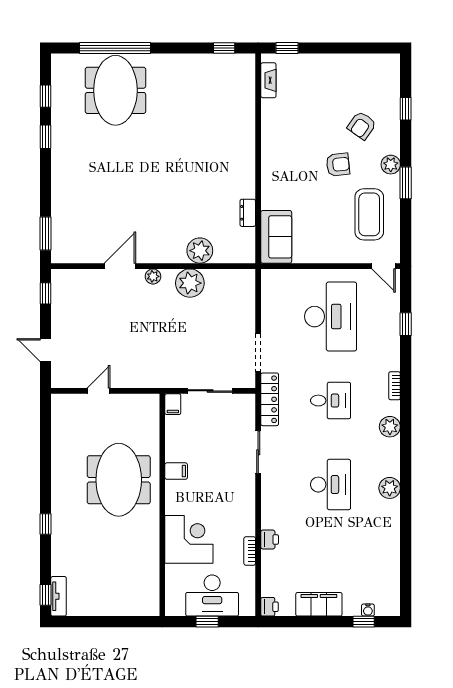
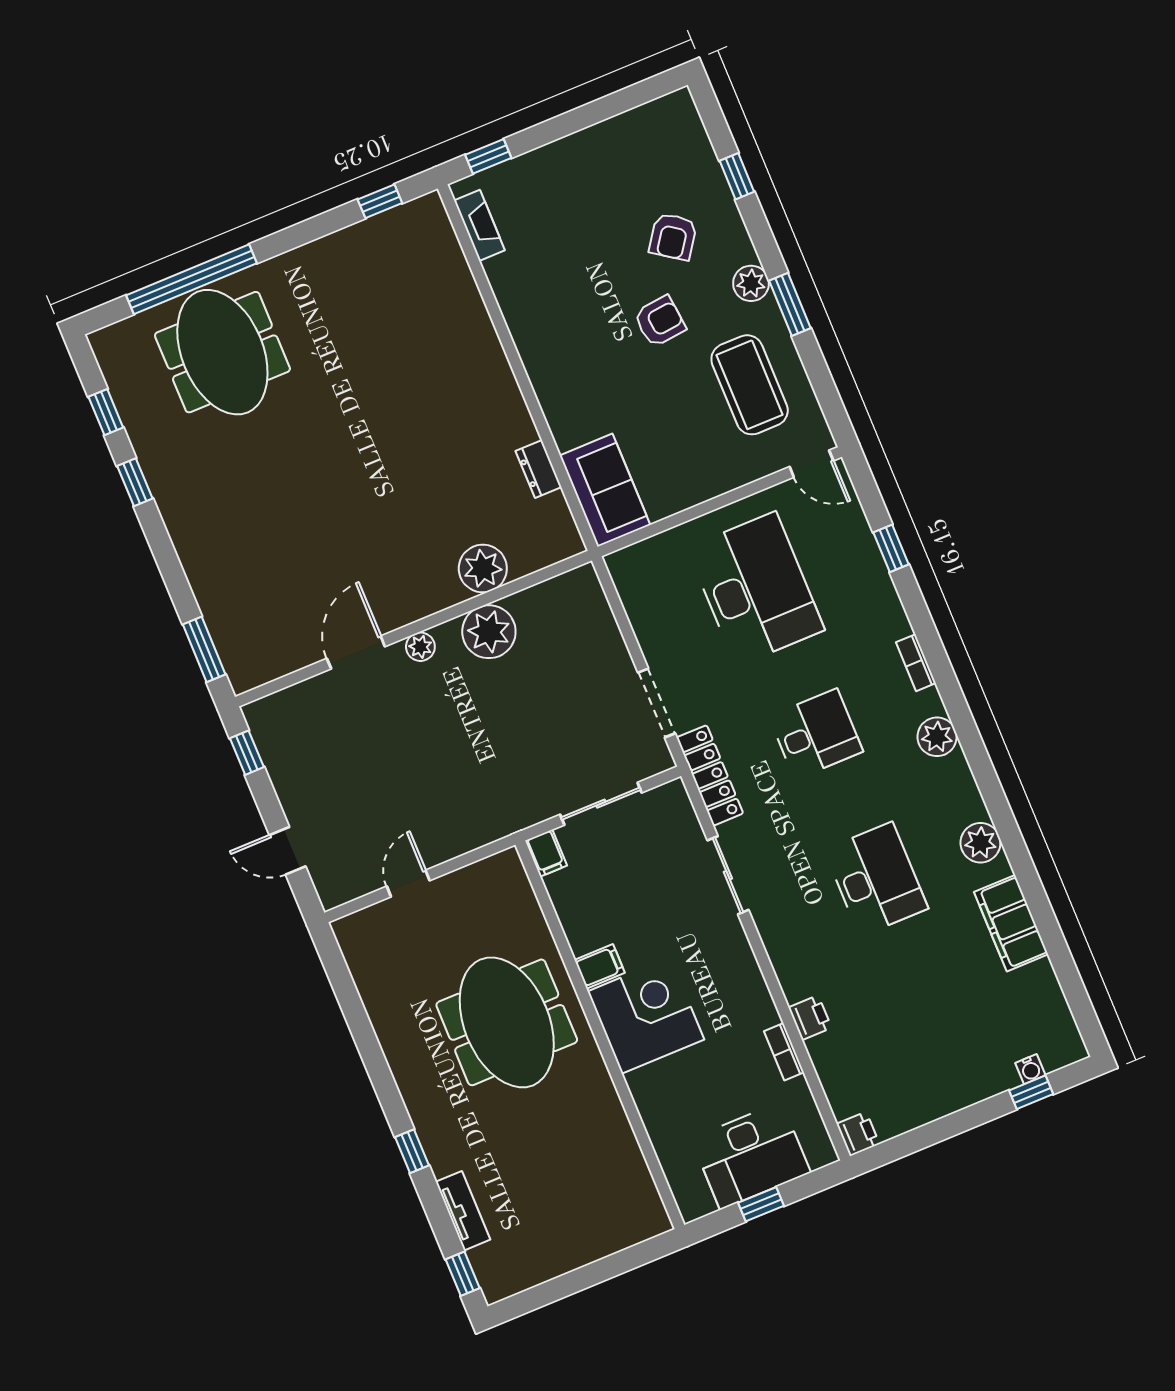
corner desk: (189, 539) -> (646, 1015), moved
tv unit: (59, 596) -> (463, 1211), moved
filing cabinet: (319, 604) -> (1011, 923), moved, turned -90

